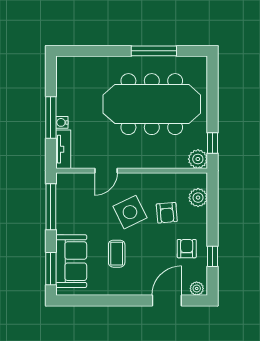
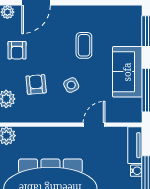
side table: (130, 212) -> (71, 85), width x0.54, depth x0.54
sofa: (71, 261) -> (127, 72), moved

